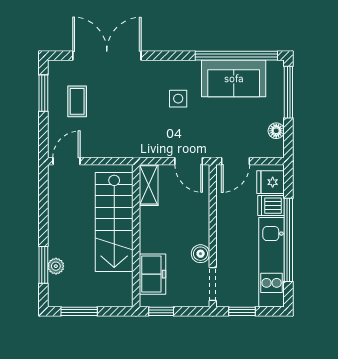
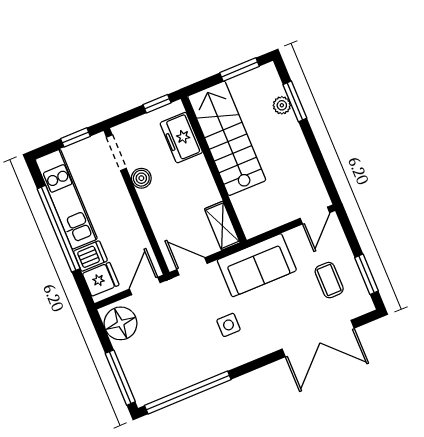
sofa: (234, 78) -> (257, 265), moved, turned 180
floor lamp: (276, 131) -> (121, 323), width x1.89, depth x1.89
stairs: (114, 222) -> (227, 138), moved

